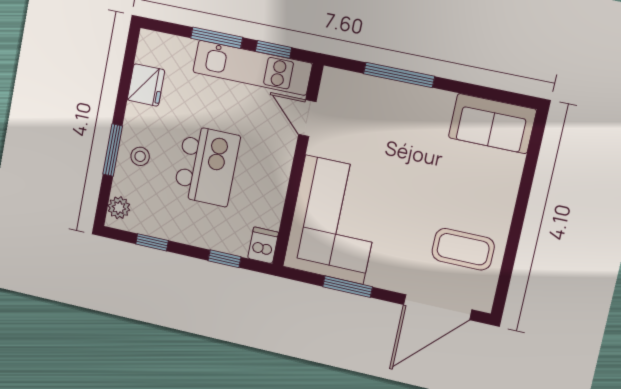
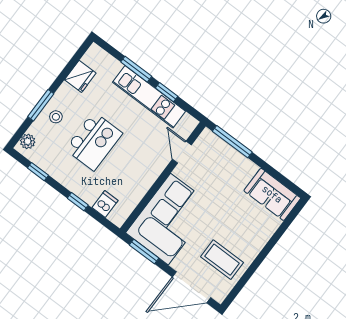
door: (307, 118) -> (182, 152), moved
wall: (298, 166) -> (163, 177), moved
corner sofa: (334, 220) -> (169, 219), moved

